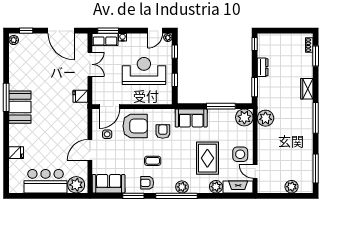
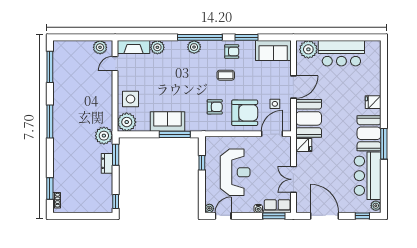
window: (175, 52) -> (202, 193), removed
dresser: (263, 67) -> (107, 163), moved
bar counter: (21, 68) -> (368, 176), added
reception desk: (144, 71) -> (235, 172), turned -90
wardrobe: (307, 89) -> (59, 153), removed
window: (221, 106) -> (175, 134), moved
sofa: (191, 118) -> (168, 121), moved
plant: (265, 118) -> (104, 136), moved
booth: (76, 121) -> (309, 118), added
armchair: (135, 126) -> (245, 113), turned 180
armchair: (163, 132) -> (215, 107), turned -90
fridge: (16, 153) -> (373, 102), moved
side table: (240, 154) -> (130, 99), moved
rug: (207, 158) -> (167, 78), removed
door: (255, 172) -> (115, 64), swing flipped
plant: (292, 187) -> (100, 47), moved

